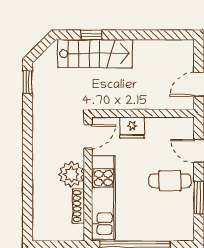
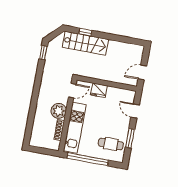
cafe table: (170, 181) -> (111, 144), moved

